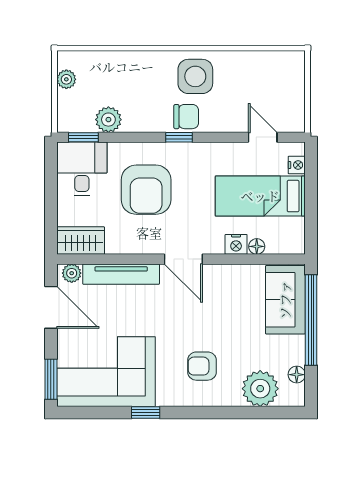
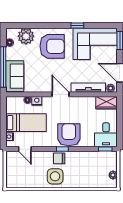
plant: (108, 120) -> (94, 157), removed
armchair: (146, 190) -> (69, 135), moved
armchair: (202, 366) -> (52, 46), width x1.88, depth x1.88

